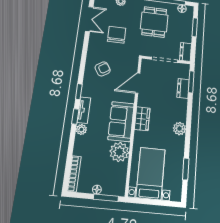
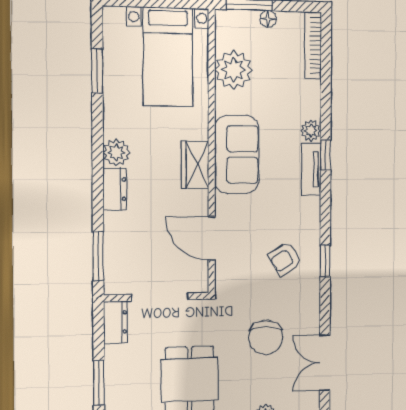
door: (138, 83) -> (212, 238), swing flipped
dresser: (183, 88) -> (115, 189), moved
window: (79, 92) -> (325, 261), moved
plant: (119, 152) -> (234, 70), moved

